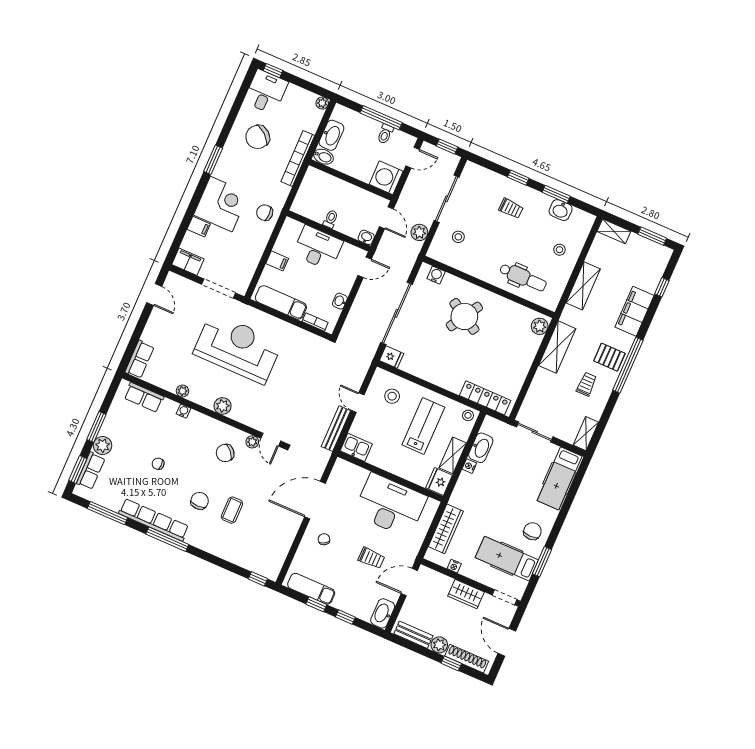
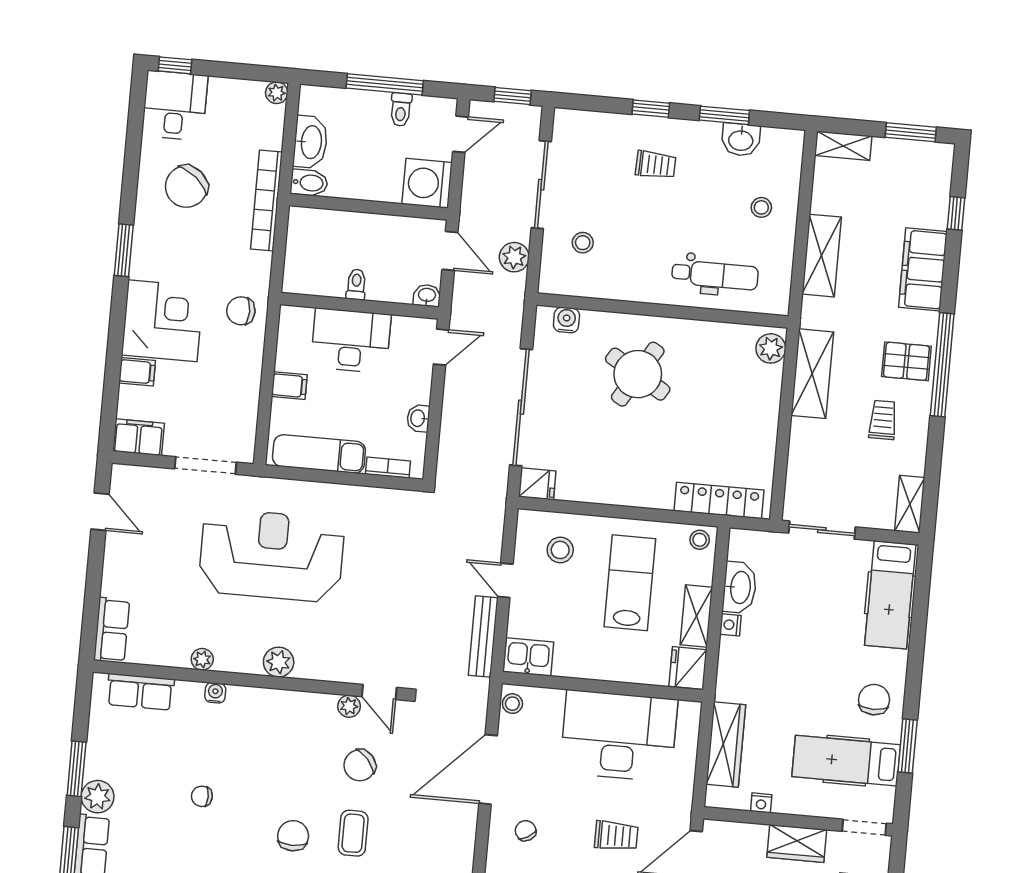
chair: (225, 453) -> (360, 765), moved
stool: (340, 469) -> (512, 704), added

